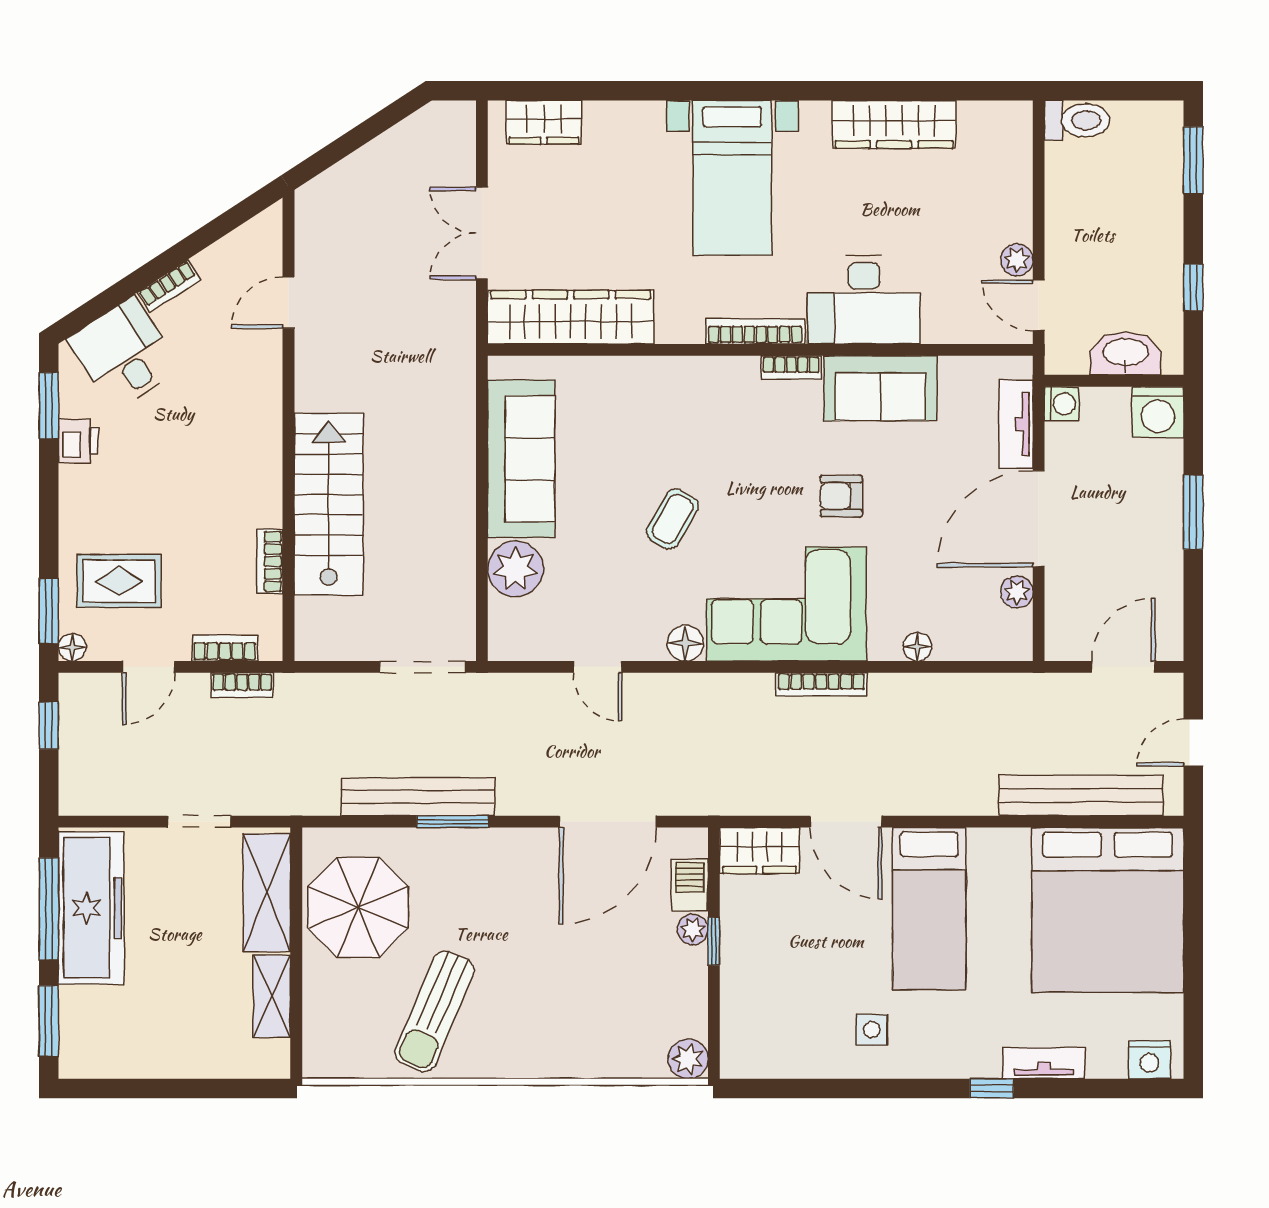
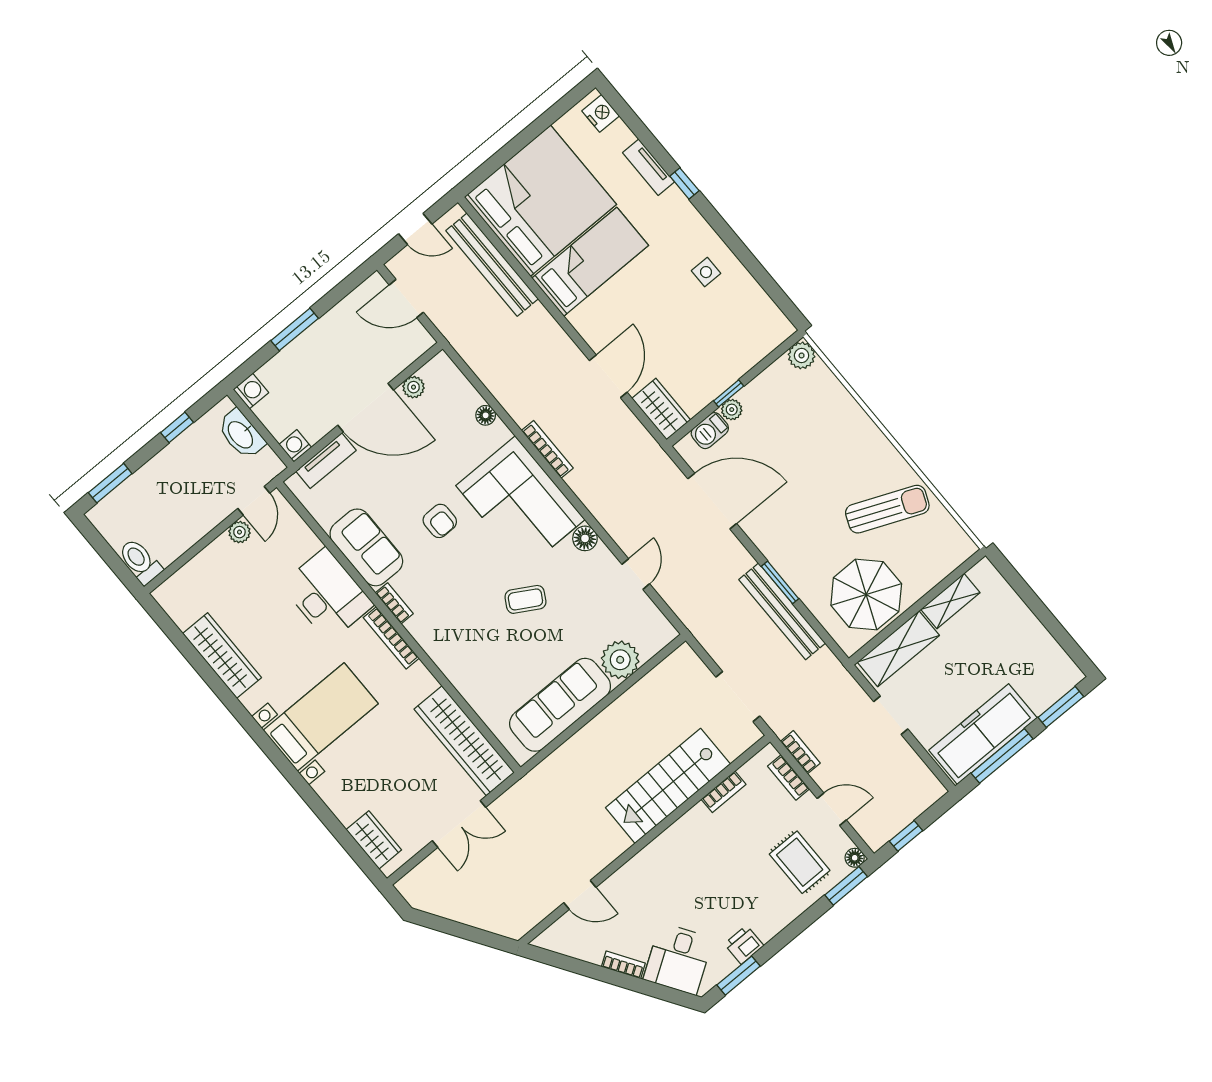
washing machine: (1158, 412) -> (251, 391), width x0.73, depth x0.73
doorway: (422, 667) -> (738, 697), moved
bed: (929, 909) -> (590, 262), moved

